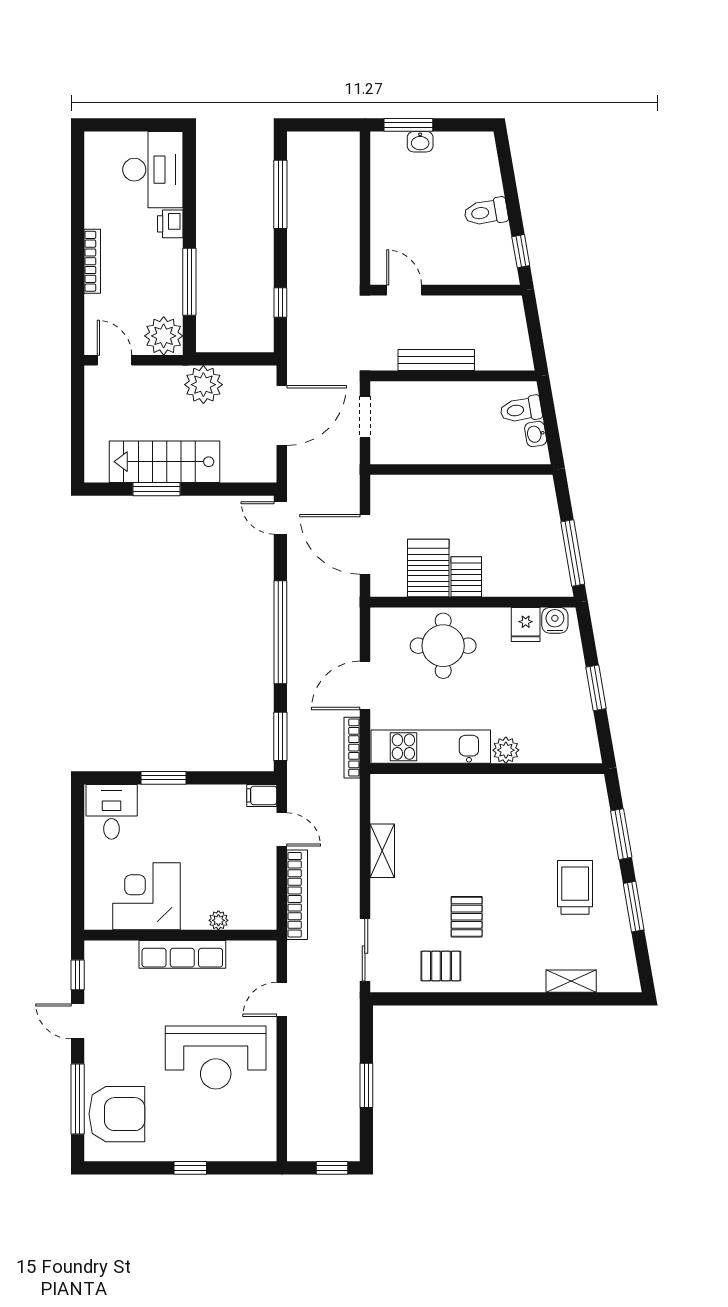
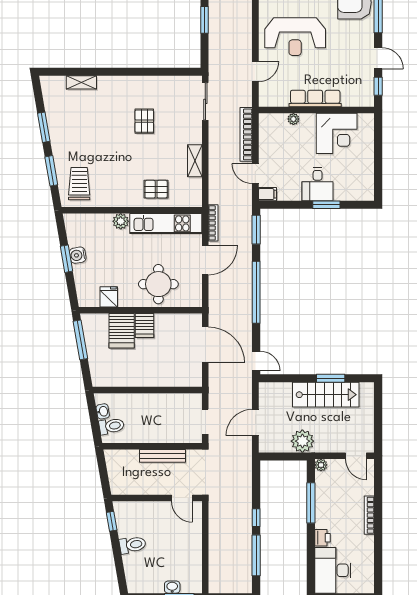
window: (280, 303) -> (256, 518), moved
plant: (164, 336) -> (321, 465), width x0.53, depth x0.53
door: (282, 415) -> (255, 423), width x0.73
server rack: (428, 568) -> (122, 331), moved
water cooler: (555, 620) -> (78, 255), moved, turned 80
desk: (112, 812) -> (318, 184), moved
trolley: (575, 887) -> (79, 184), moved, turned 180
pallet: (441, 966) -> (156, 189), moved
reception desk: (216, 1057) -> (295, 37), turned 180

